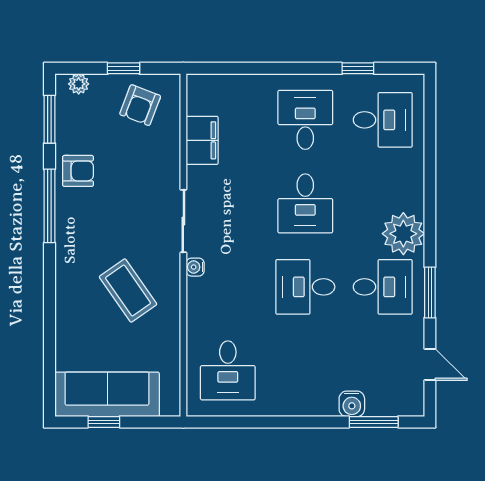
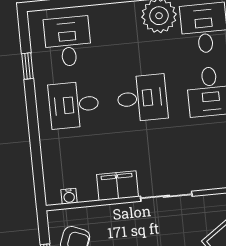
filing cabinet: (202, 140) -> (117, 186), moved
water cooler: (195, 267) -> (69, 196), moved

